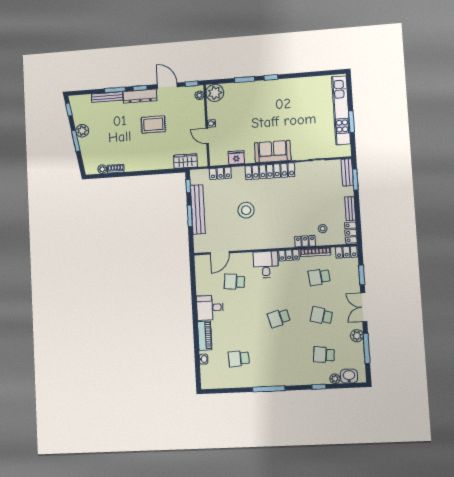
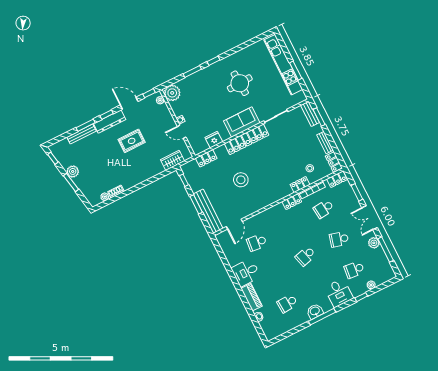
round table: (288, 111) -> (240, 83), added
bench: (198, 209) -> (208, 211), moved
desk: (266, 264) -> (339, 293), moved, turned 180
washbasin: (349, 376) -> (315, 311), moved

